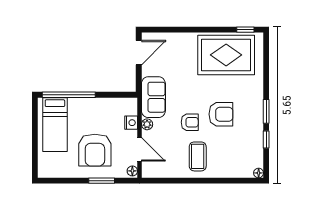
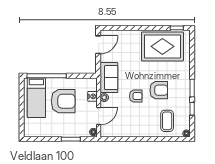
door: (139, 149) -> (99, 116), hinge flipped
armchair: (95, 150) -> (63, 101), moved, turned -90
coffee table: (198, 156) -> (167, 121), moved

